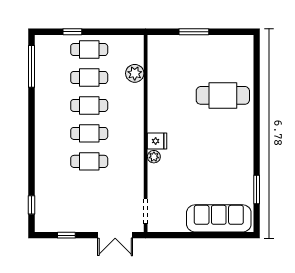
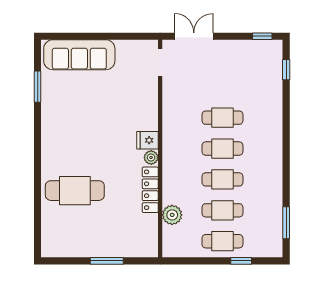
window: (32, 66) -> (286, 223), width x0.69
locker: (155, 96) -> (150, 190), added
plant: (154, 157) -> (151, 157), moved
window: (66, 235) -> (262, 36), moved

